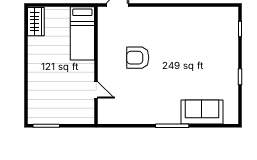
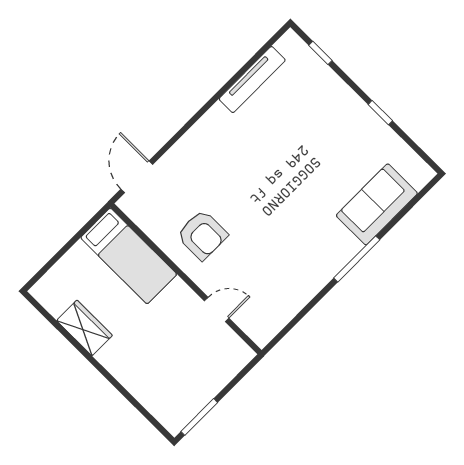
tv unit: (202, 12) -> (252, 80), added
wardrobe: (36, 22) -> (84, 328), moved
armchair: (138, 58) -> (202, 235), moved, turned -90

